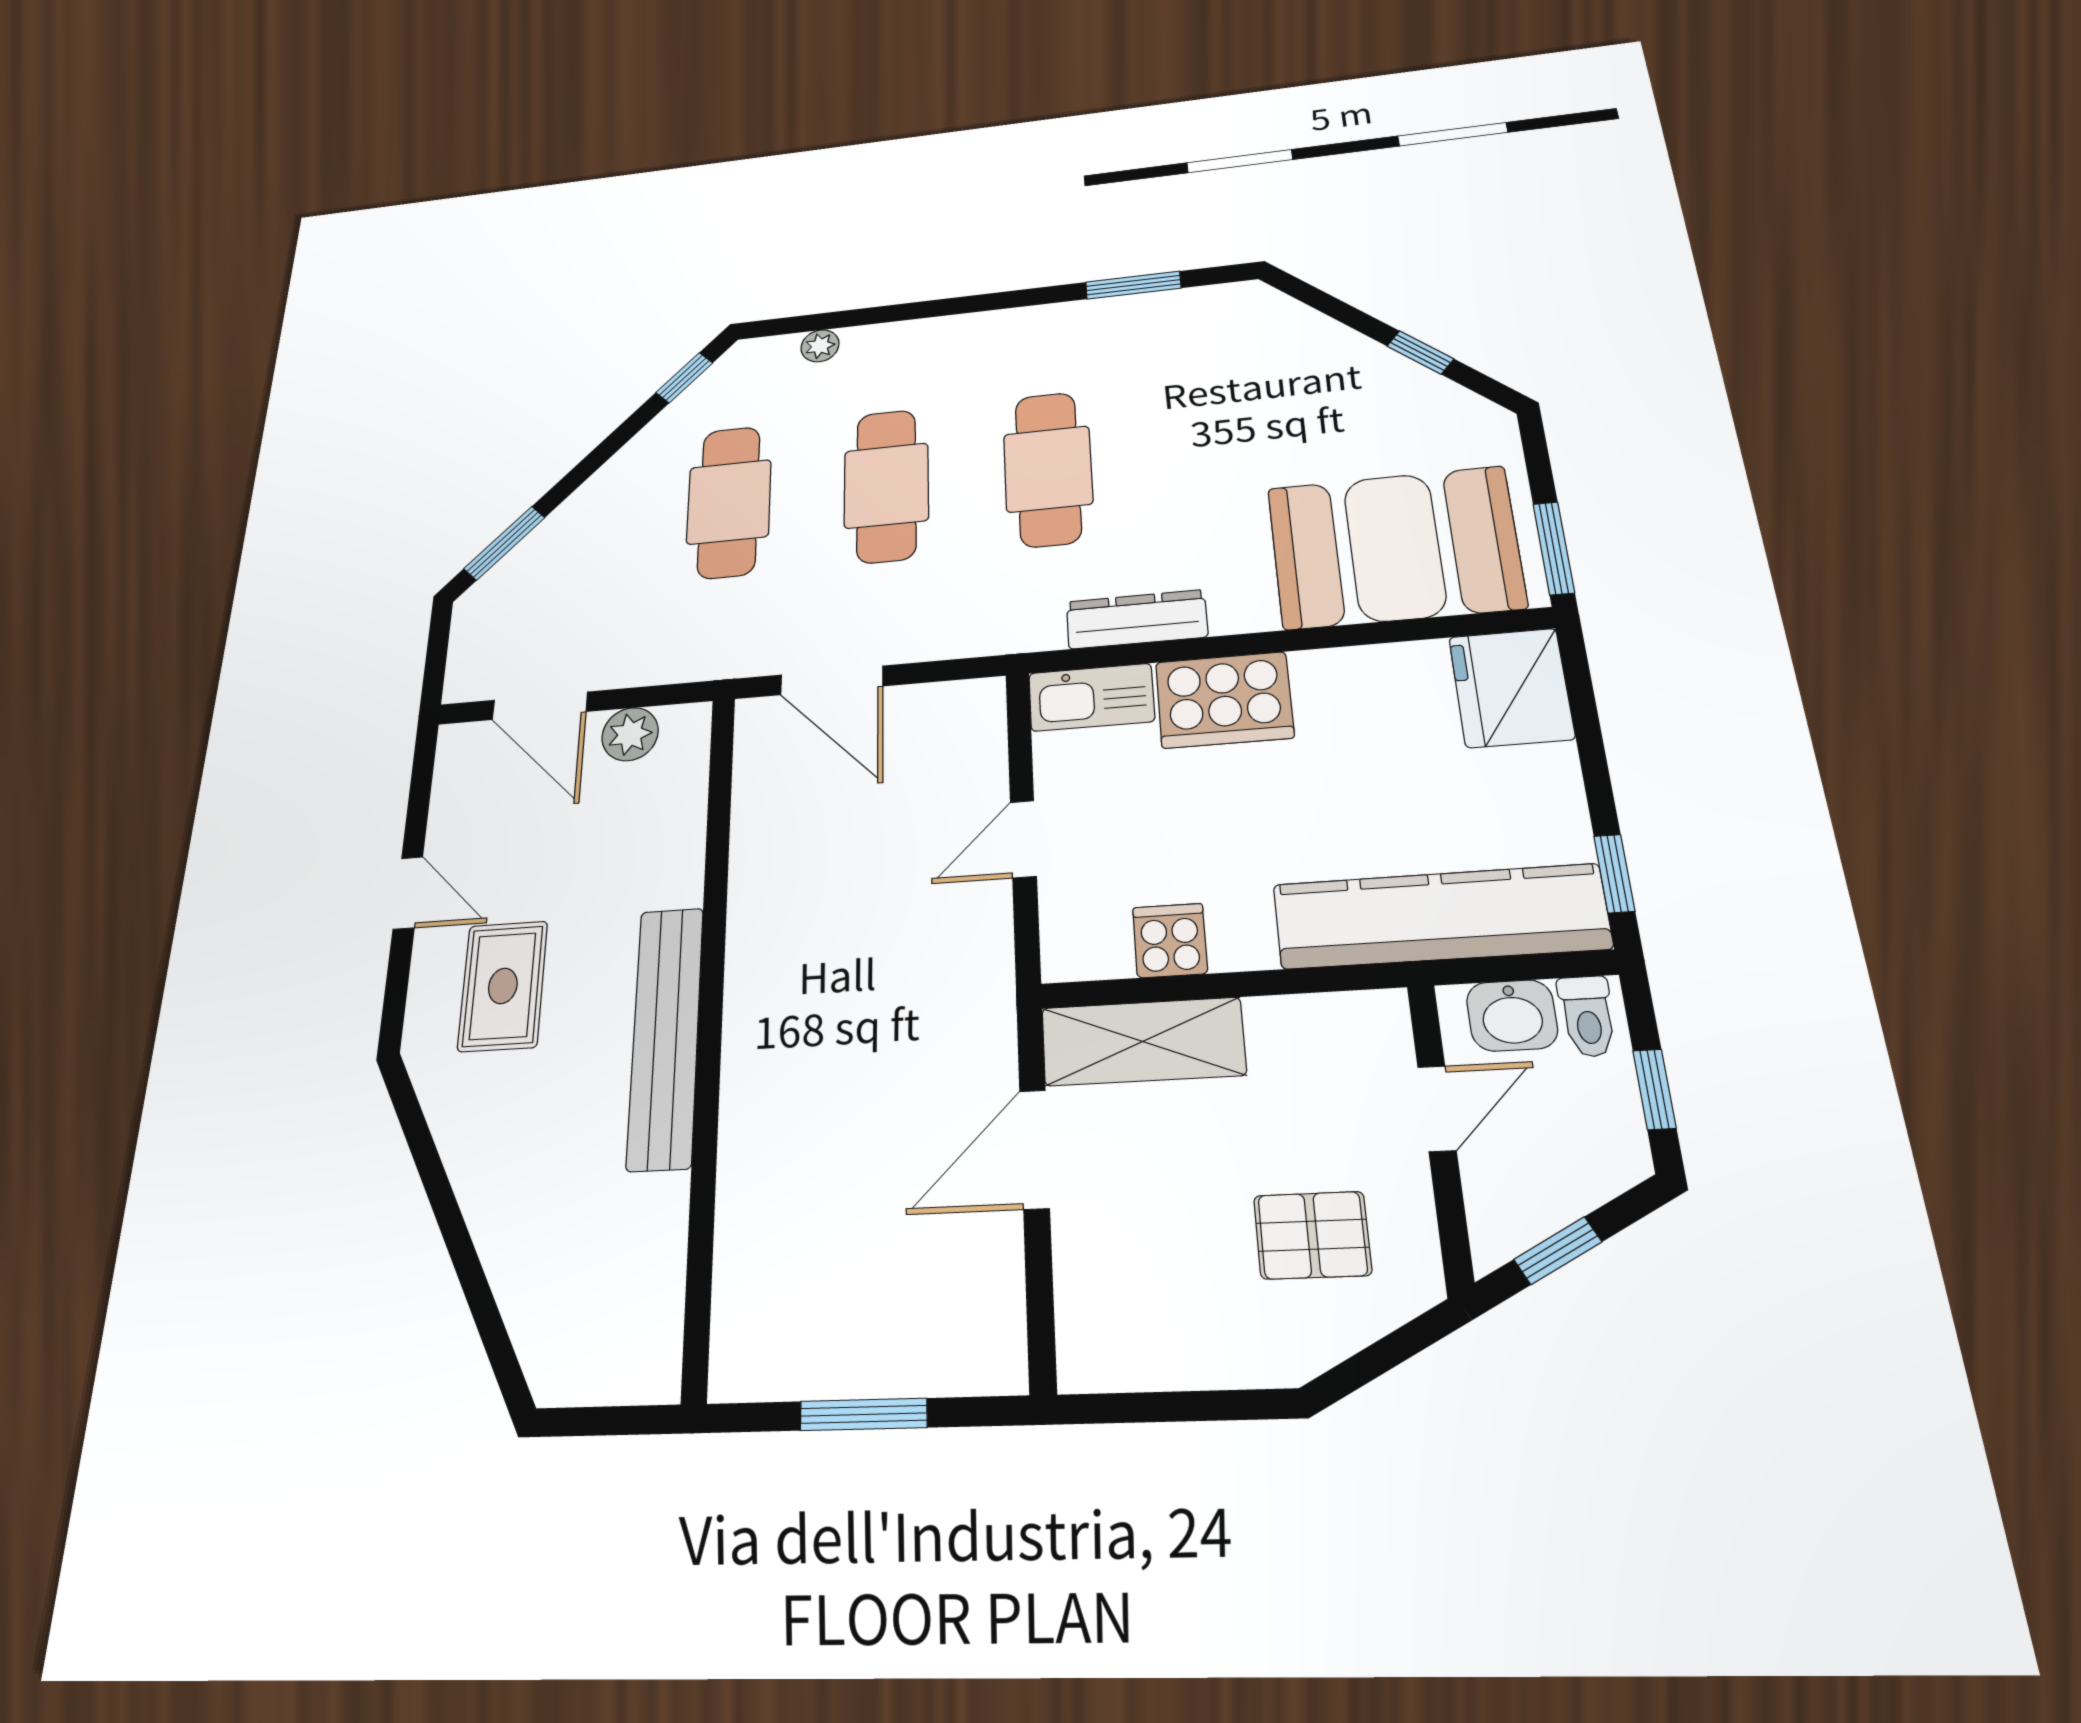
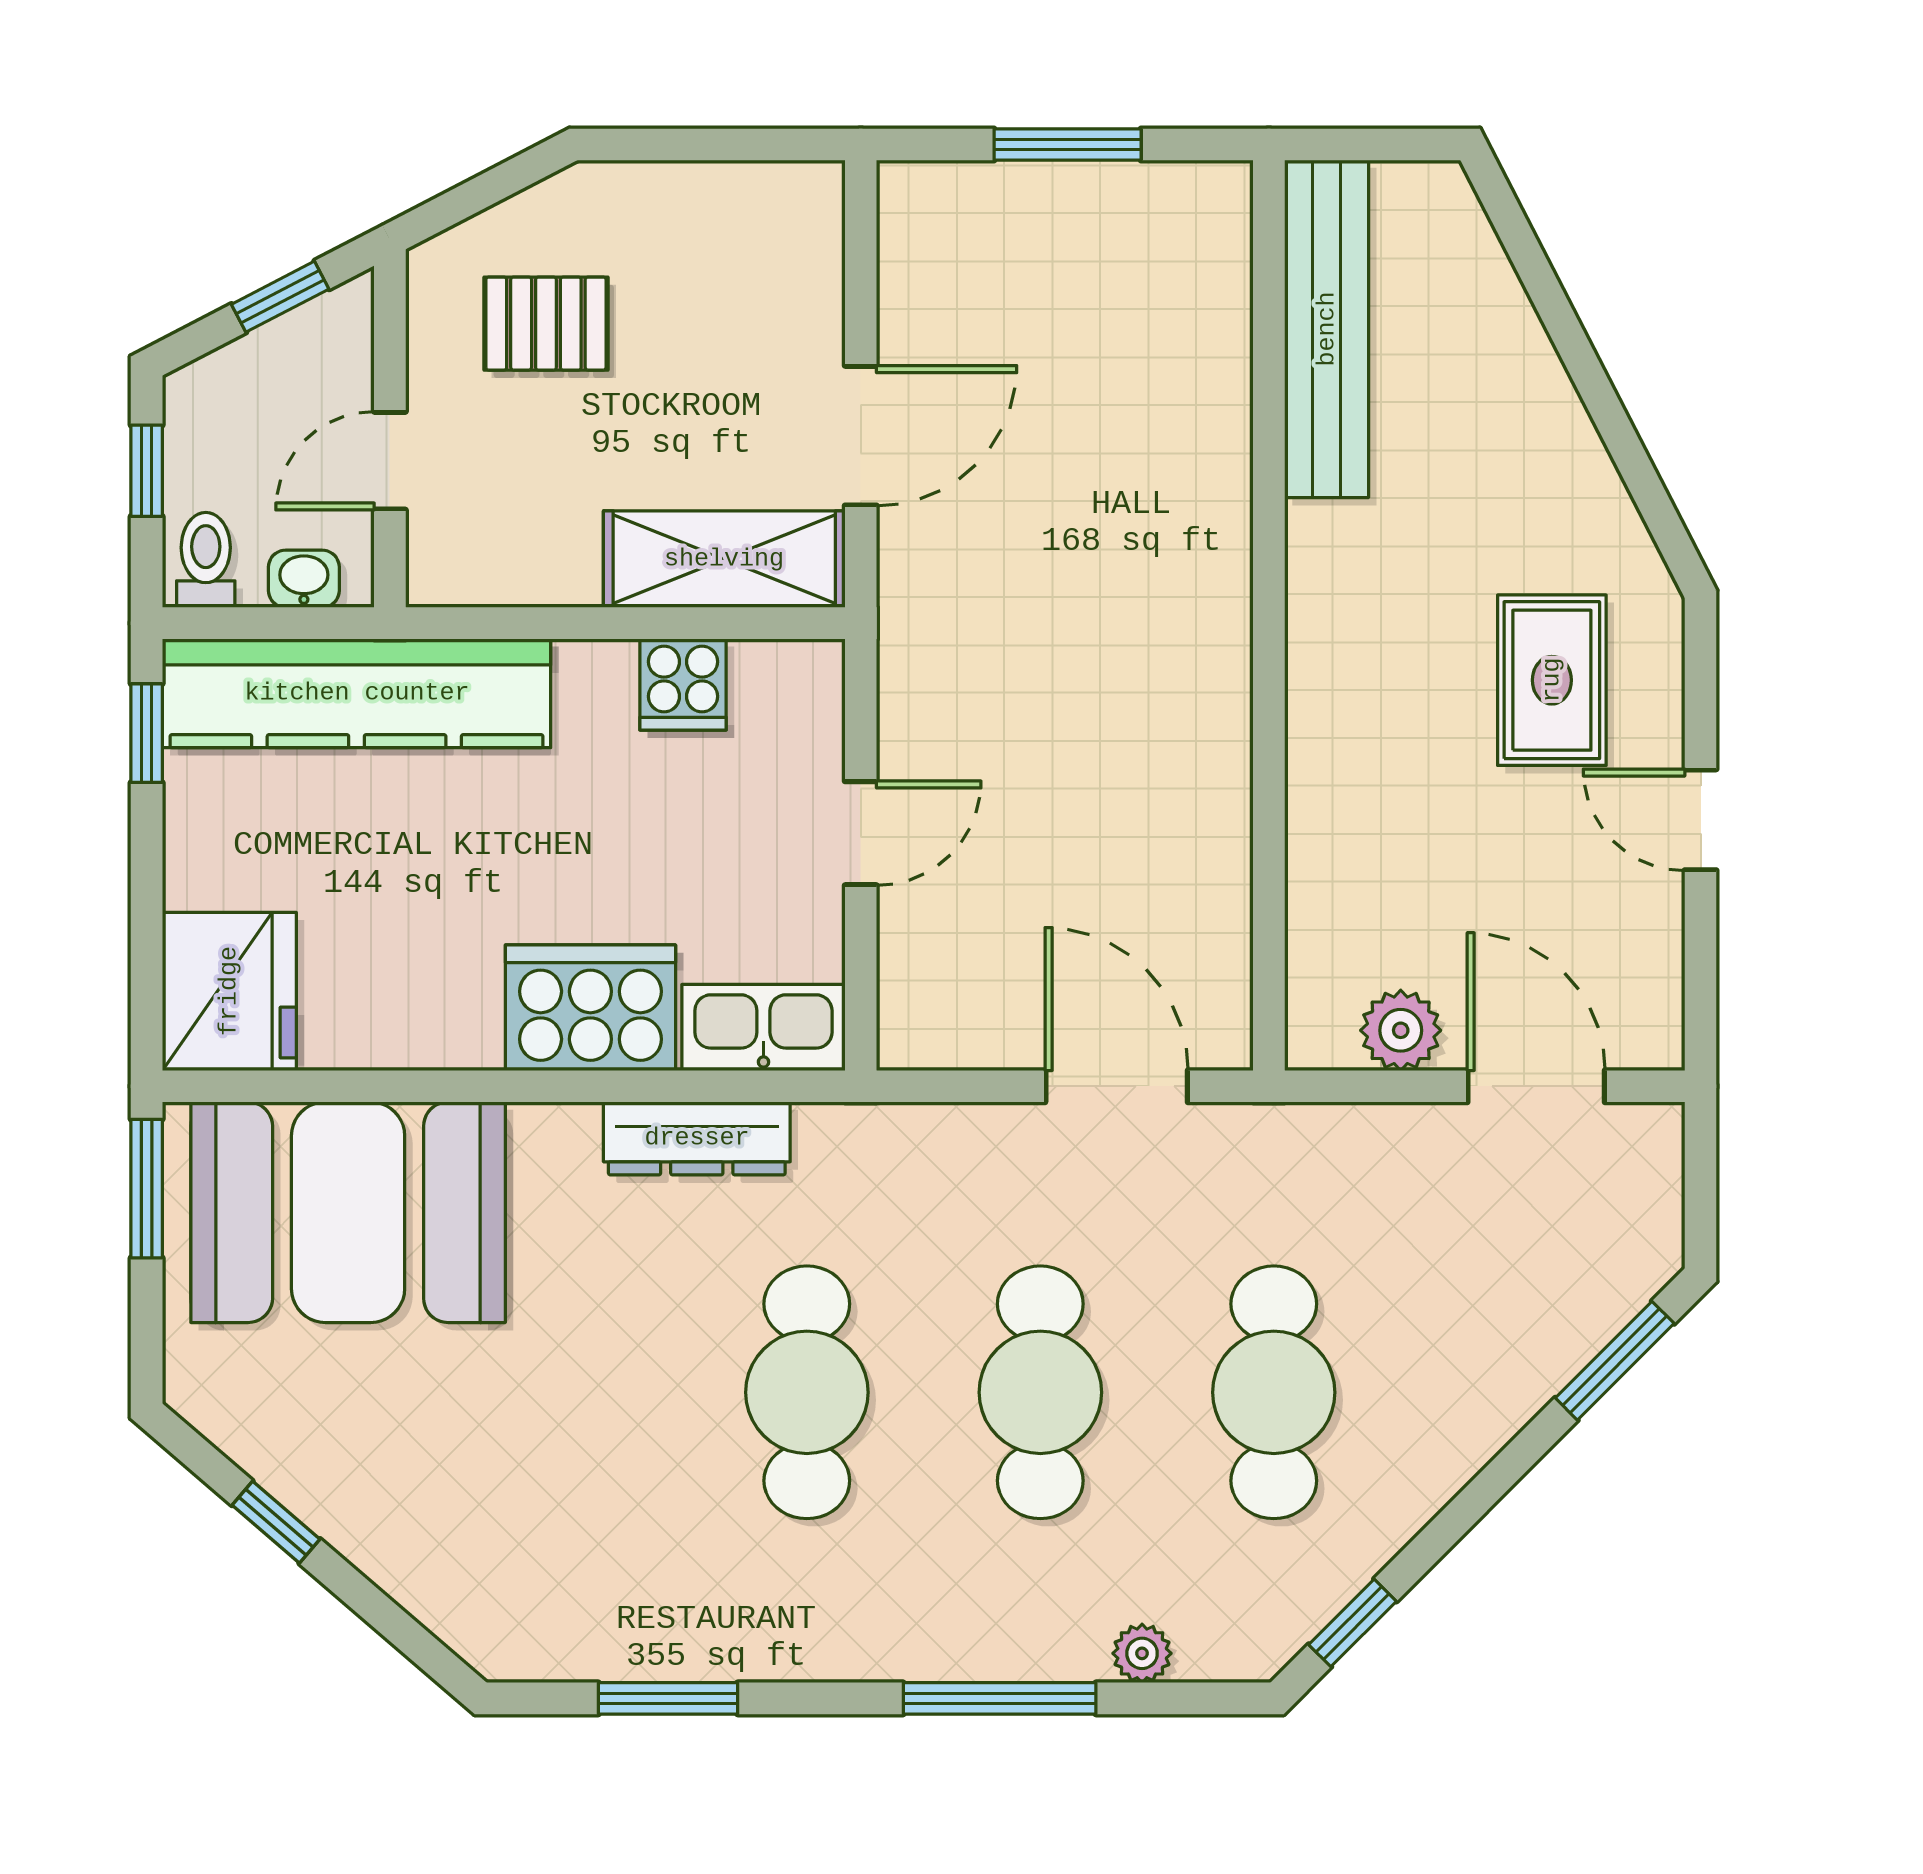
window: (913, 311) -> (1000, 1698), added
washbasin: (1512, 1015) -> (304, 579), width x0.72, depth x0.69
bench: (666, 1037) -> (1327, 329), moved

